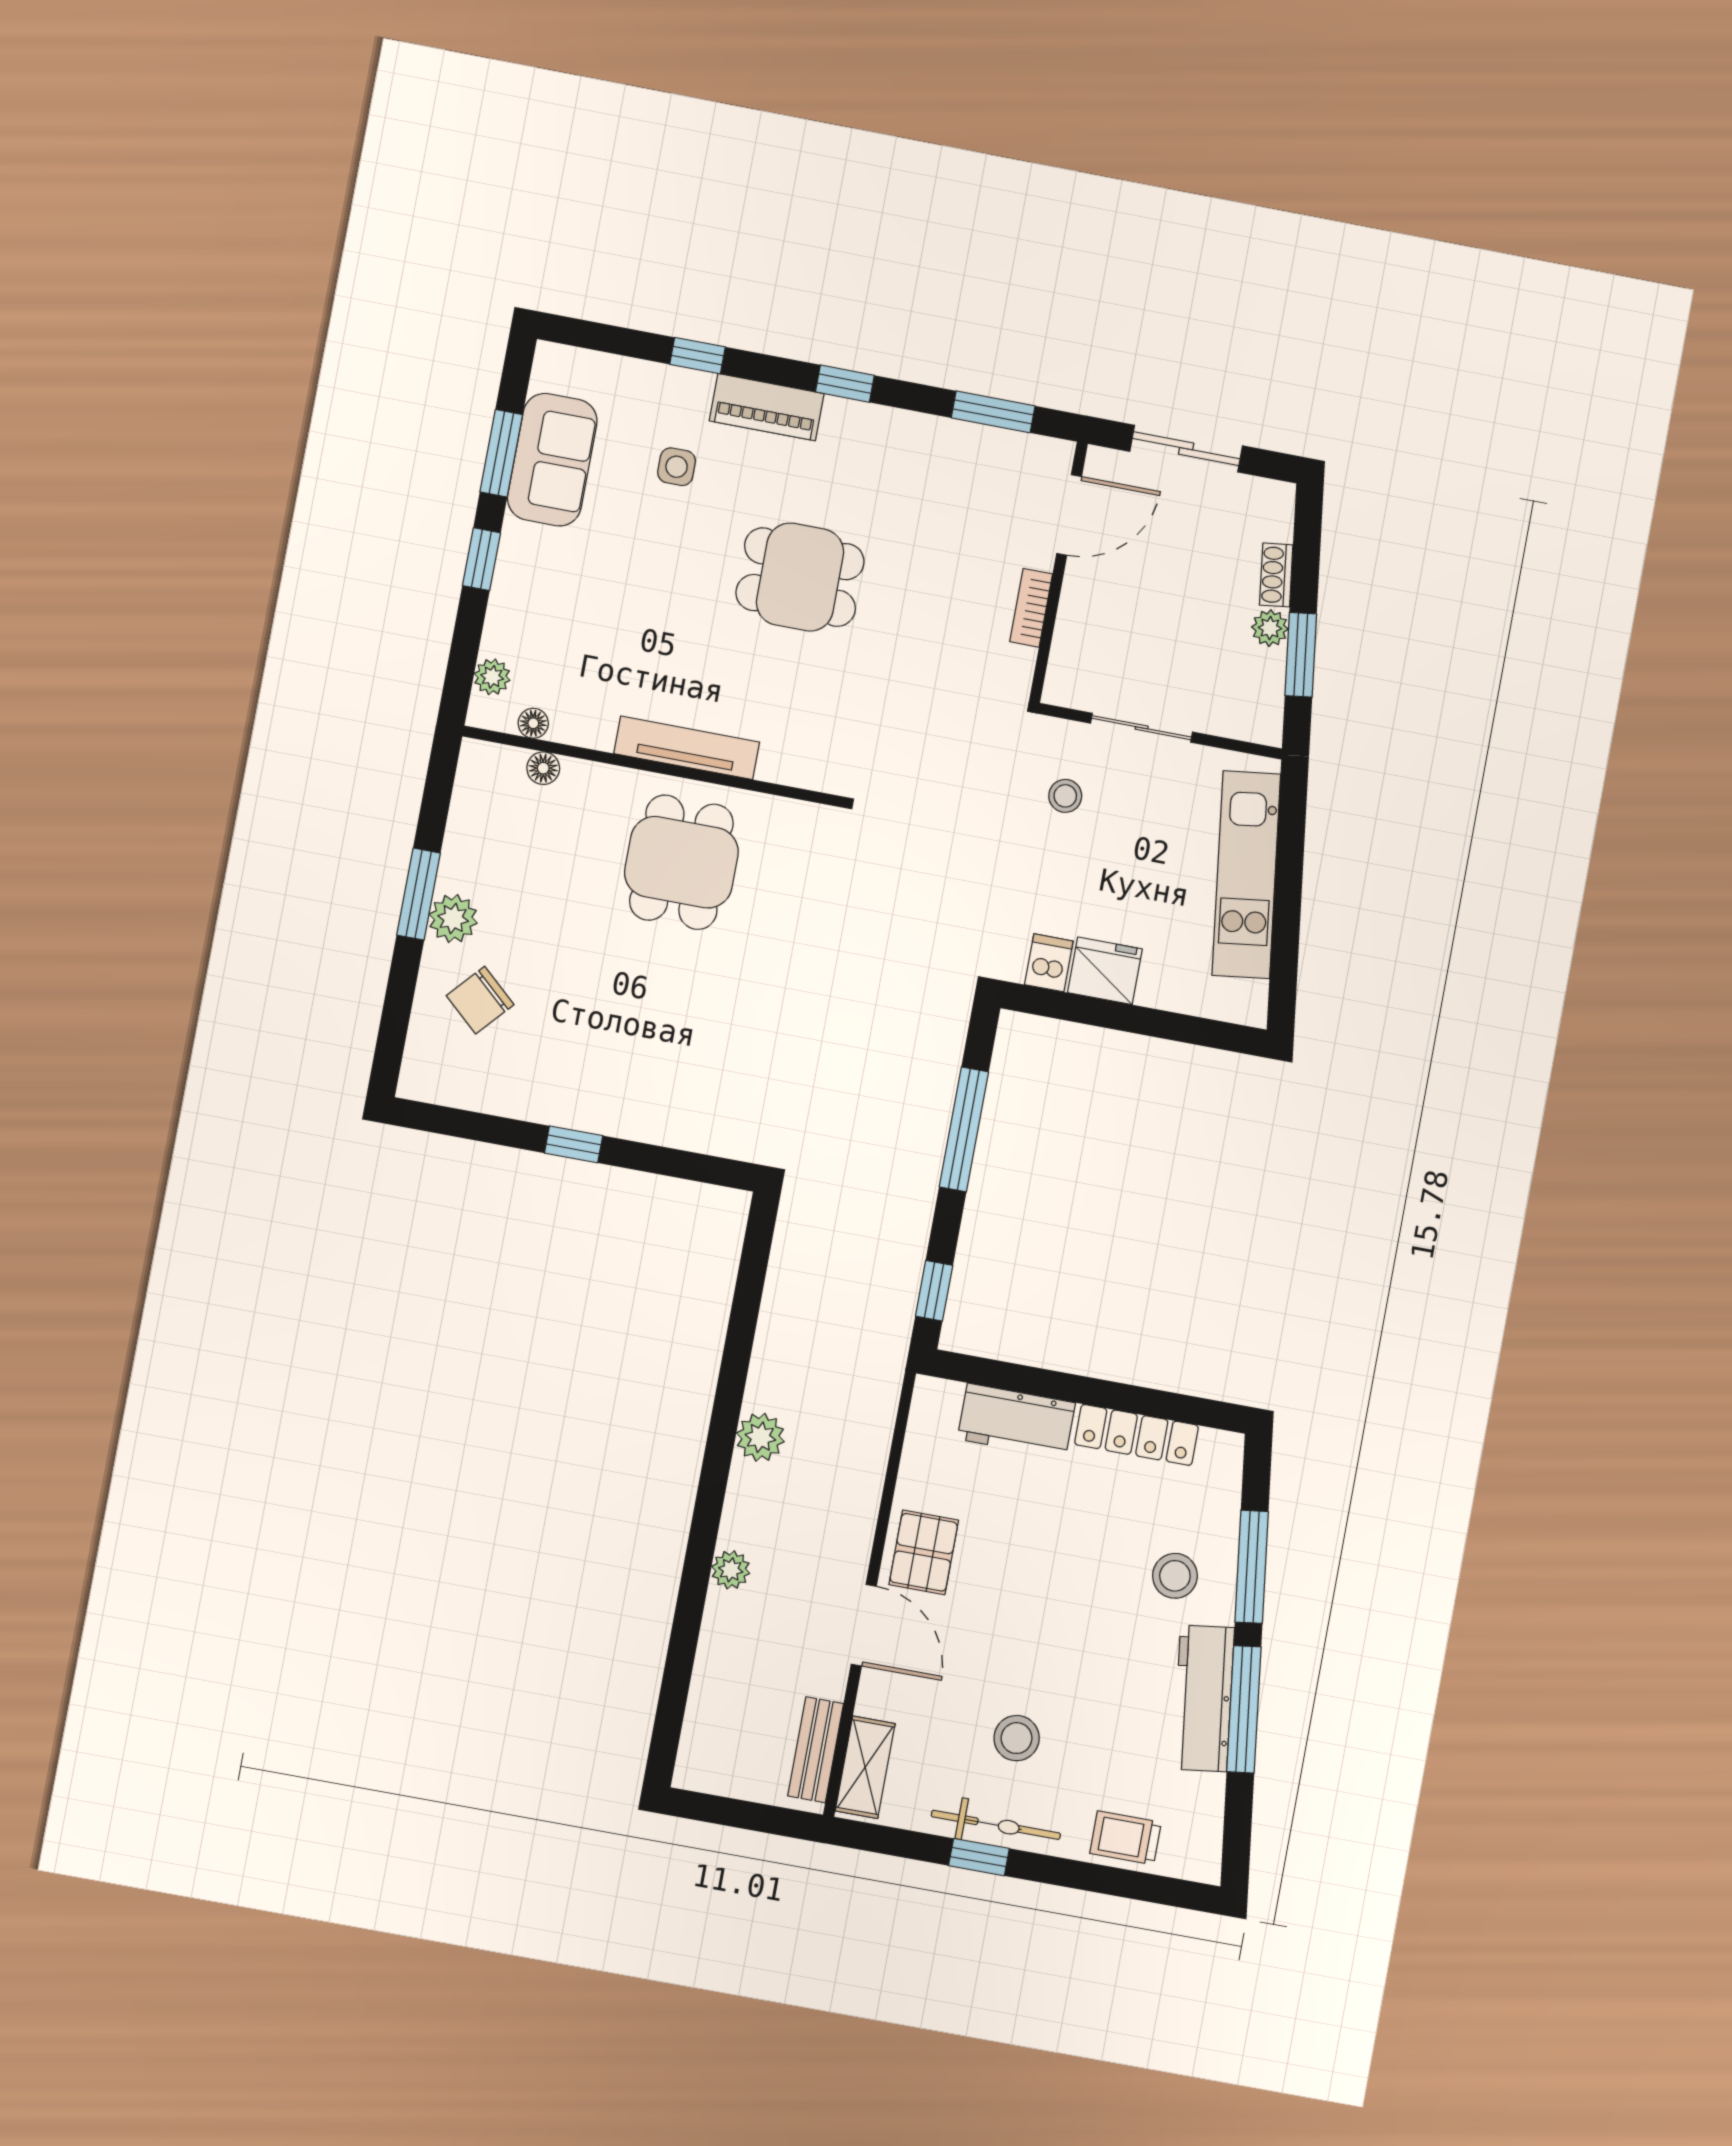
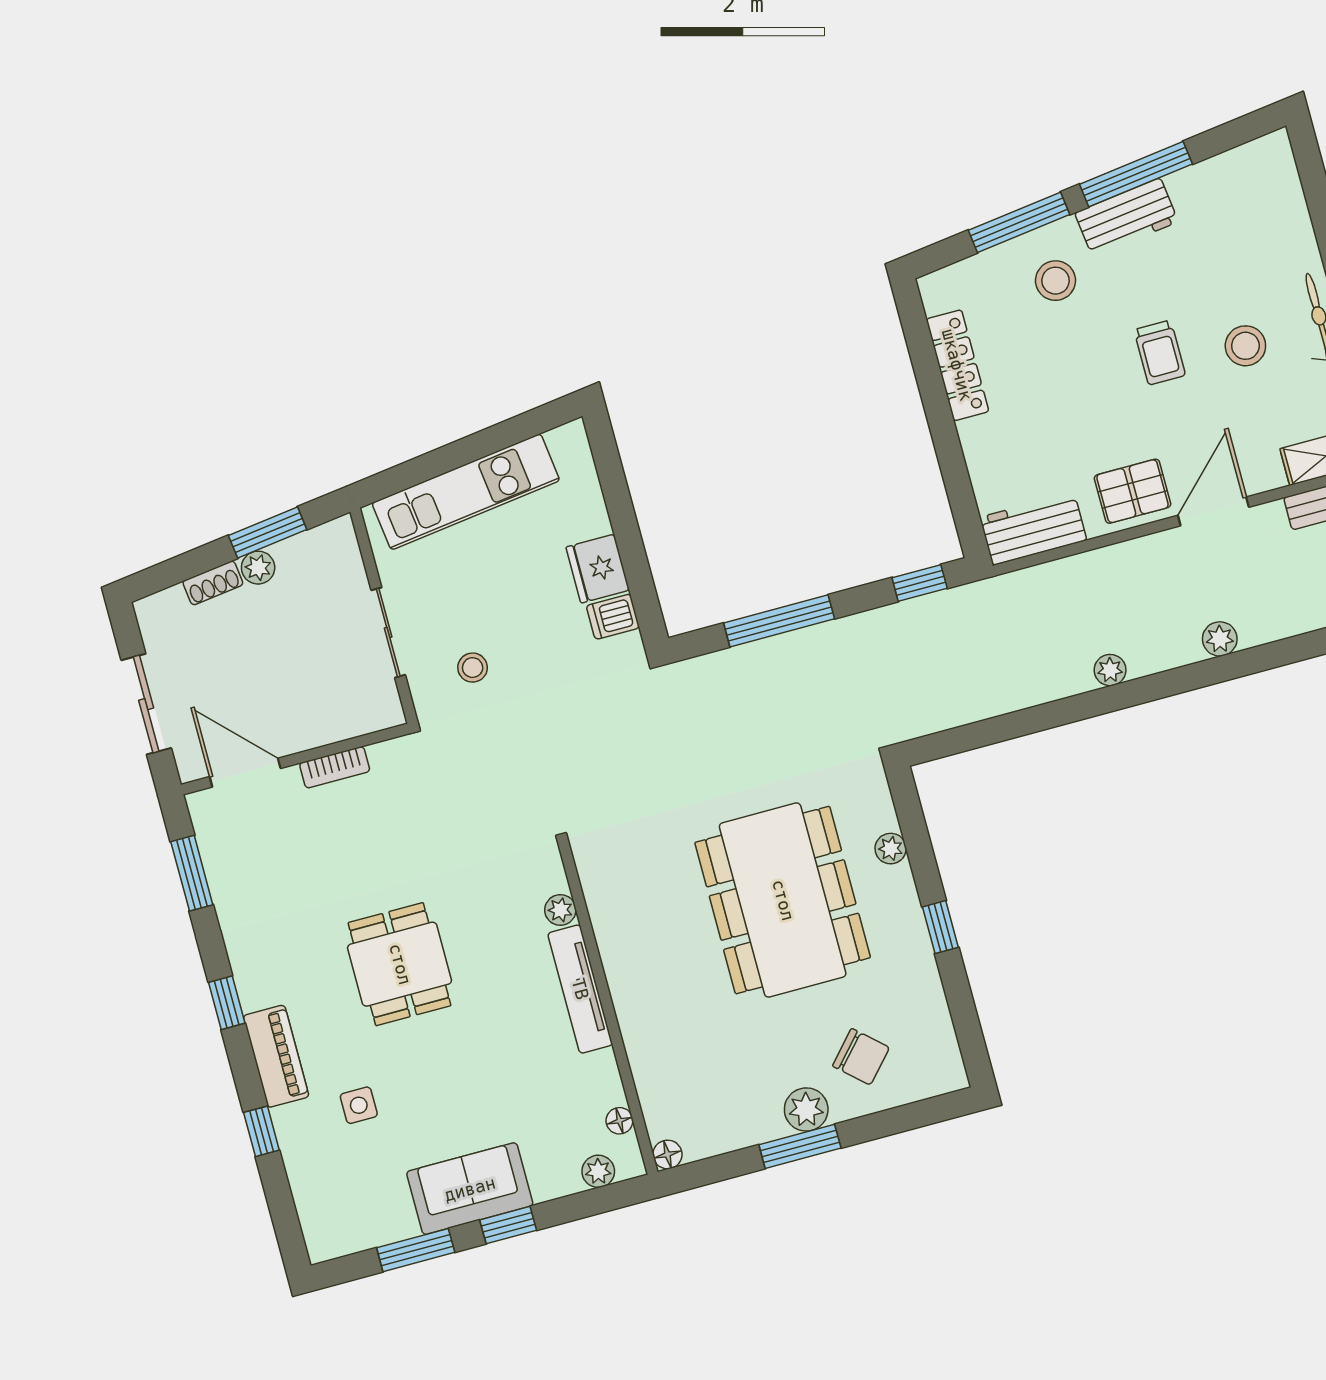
sofa: (552, 460) -> (470, 1189), moved
plant: (777, 766) -> (560, 910), added
floor lamp: (543, 768) -> (667, 1154), moved
dining table: (681, 862) -> (783, 900), moved, width x1.87, depth x1.24
plant: (678, 1132) -> (891, 849), added
workbench: (1016, 1421) -> (1033, 529), moved, turned -90
plant: (760, 1437) -> (1110, 670), width x0.73, depth x0.73
workbench: (1204, 1698) -> (1126, 217), width x0.73
trolley: (1126, 1838) -> (1160, 353), moved

